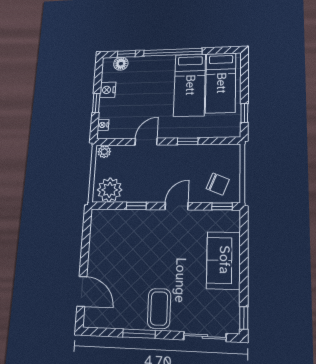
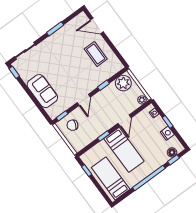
bed: (190, 85) -> (124, 150), moved, turned 180
coffee table: (159, 308) -> (96, 54), moved

